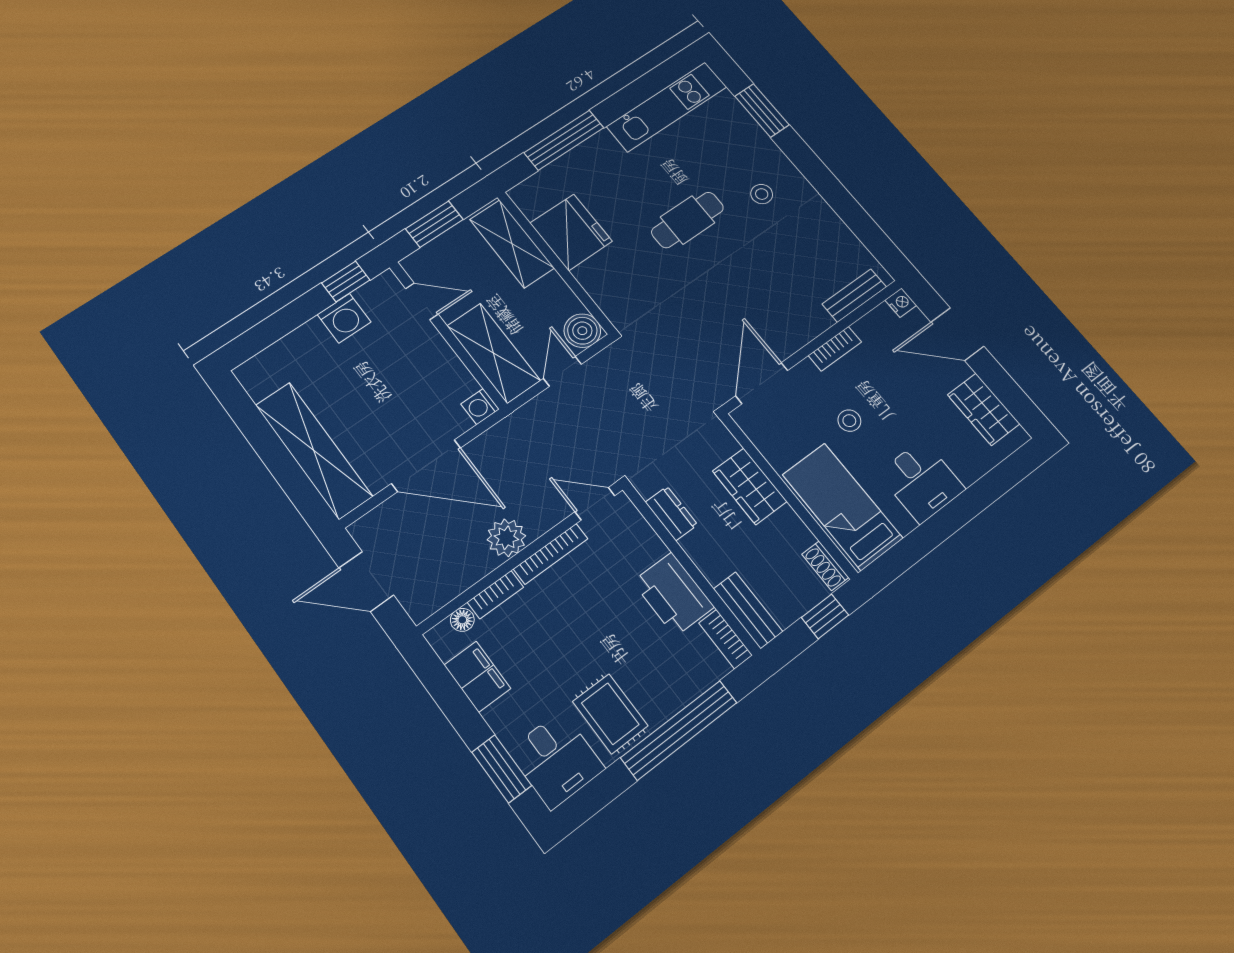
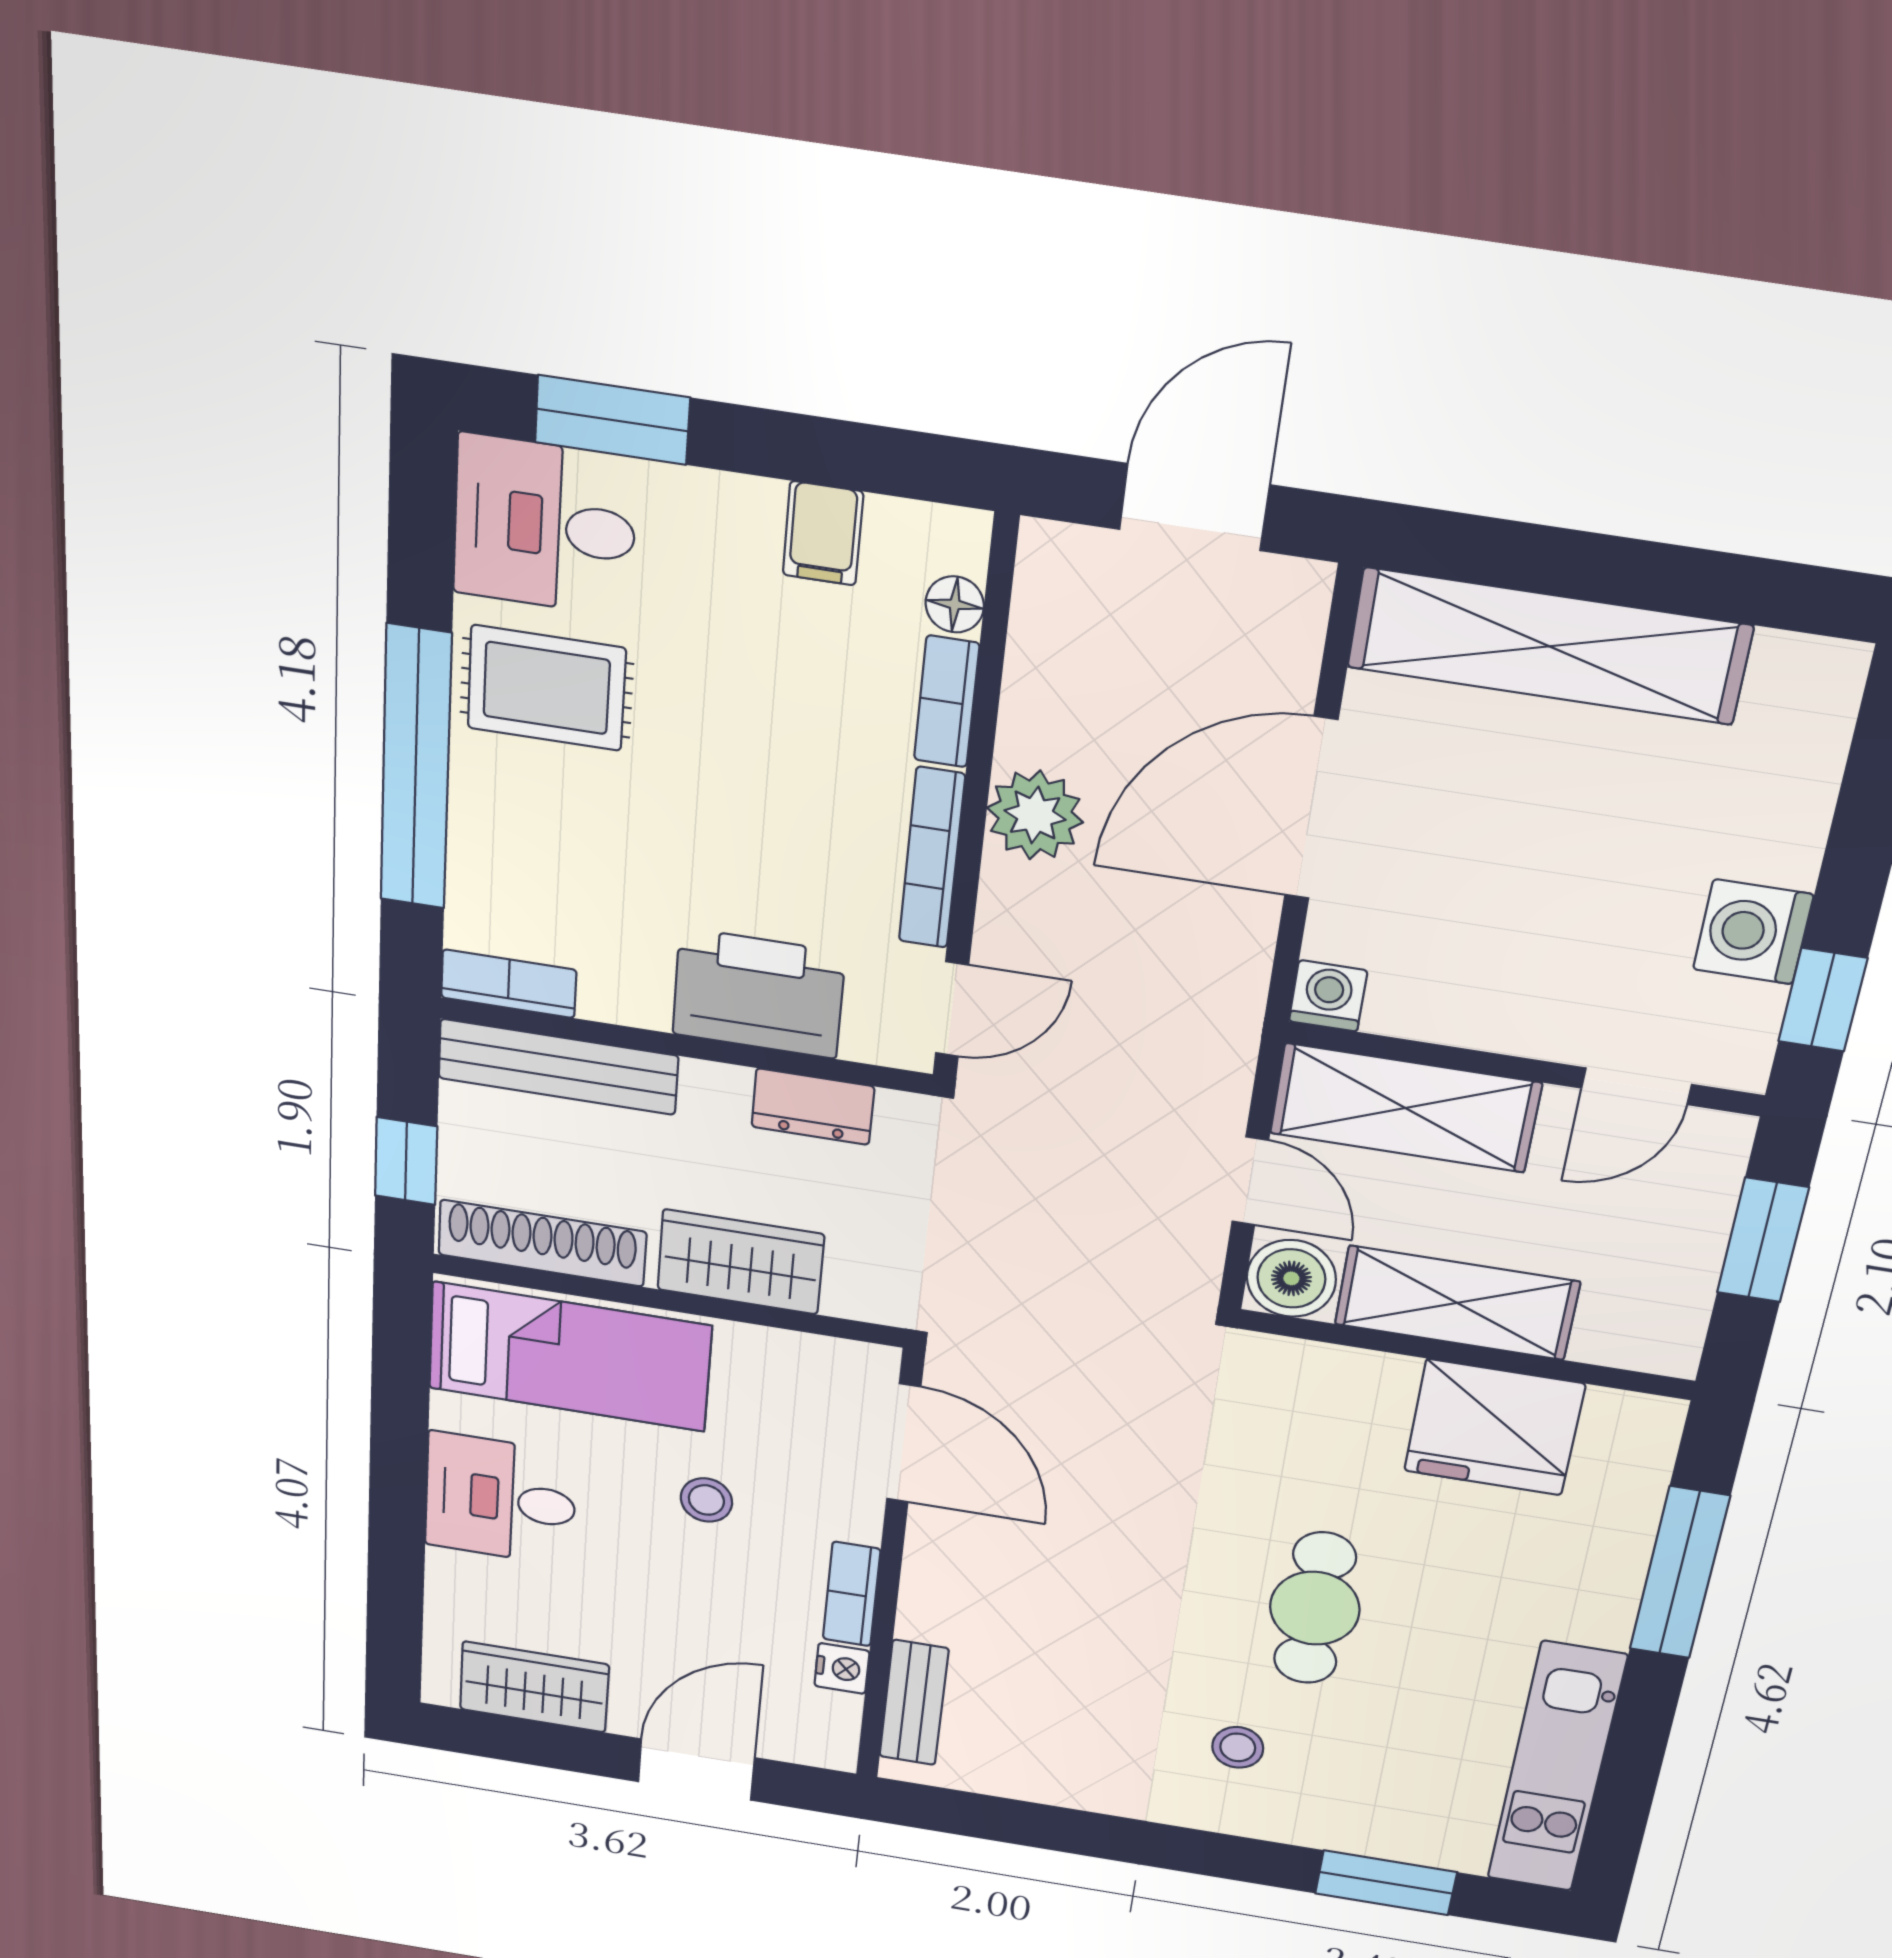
shelving: (512, 244) -> (1457, 1303), moved
nightstand: (901, 303) -> (842, 1668), moved, turned -90
shoe rack: (825, 566) -> (542, 1243), width x1.94, depth x1.24
printer: (673, 594) -> (758, 993), moved
bench: (748, 610) -> (558, 1067), width x1.36
filing cabinet: (477, 677) -> (823, 533), width x0.50

